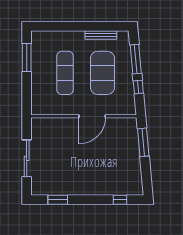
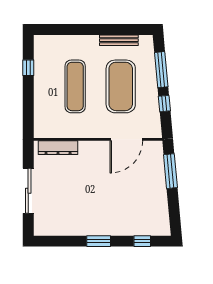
window: (27, 58) -> (28, 68), width x0.46
door: (92, 116) -> (126, 139), moved
dresser: (51, 123) -> (58, 148), added
window: (58, 200) -> (99, 241), moved

